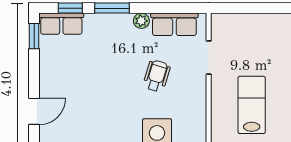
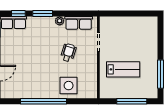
lab bench: (252, 105) -> (123, 69), turned 90

